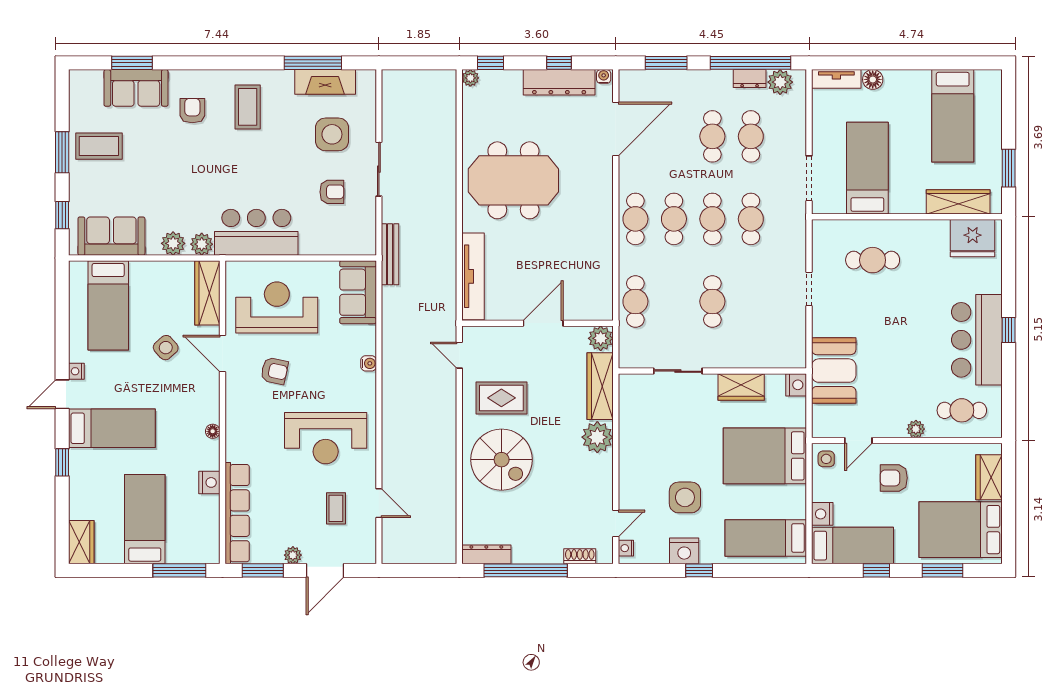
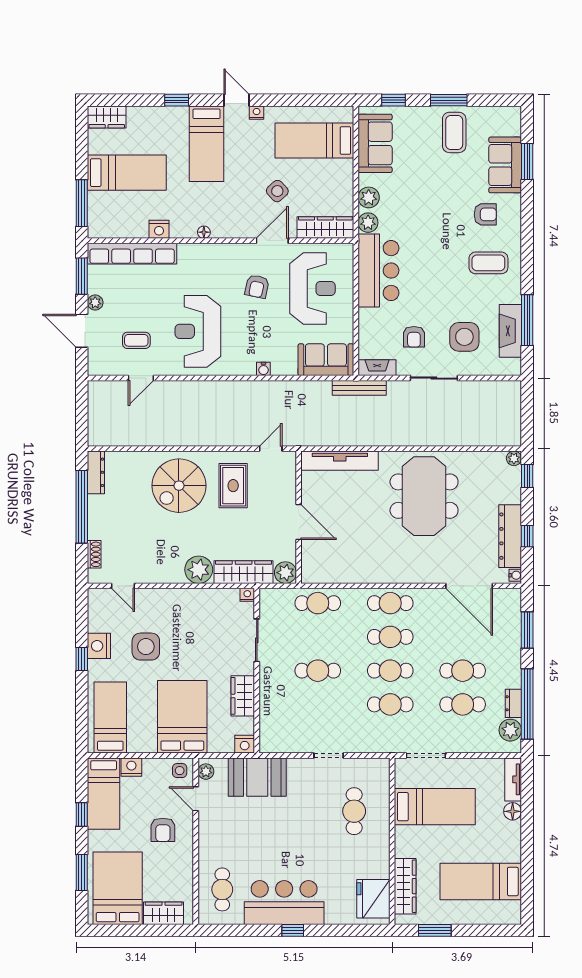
fireplace: (367, 234) -> (377, 368), added
plant: (916, 429) -> (206, 772), moved
armchair: (894, 478) -> (163, 830), turned 180
nightstand: (626, 548) -> (247, 595), moved

